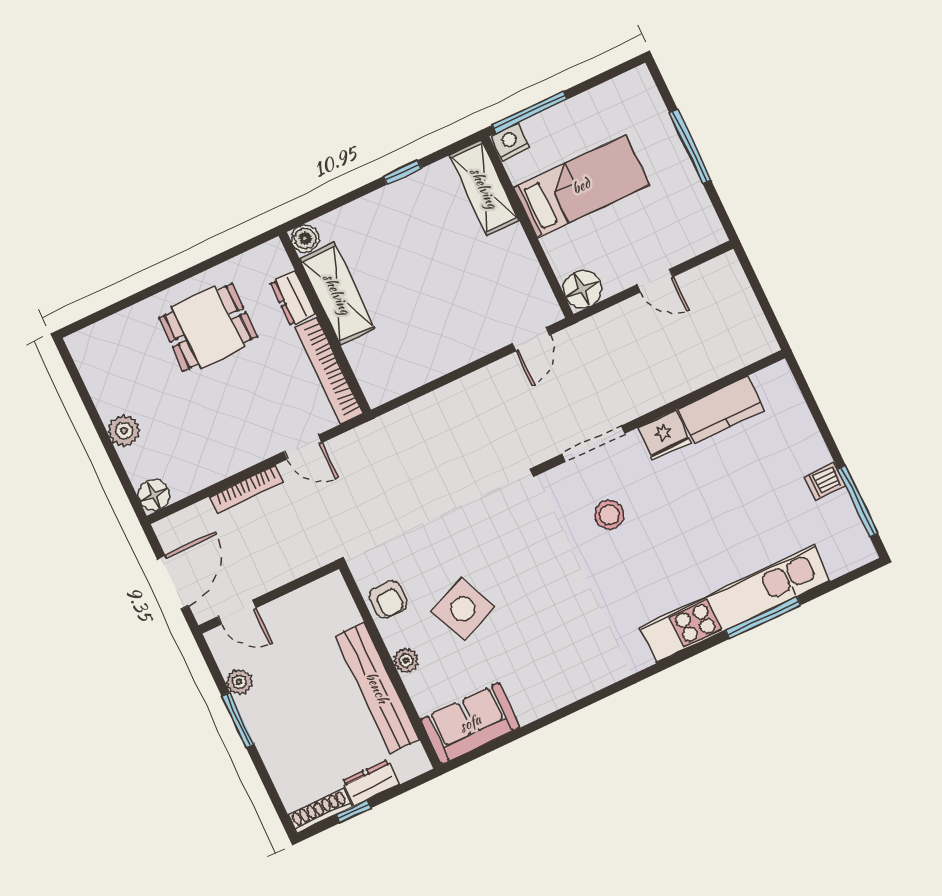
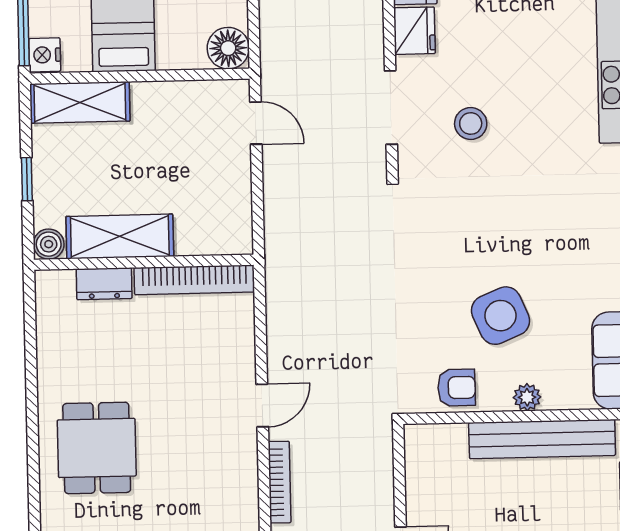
boiler: (305, 238) -> (49, 244), moved
shelving: (337, 294) -> (120, 236), moved
dresser: (293, 298) -> (104, 284), moved
wall: (325, 323) -> (144, 262), moved
bookcase: (329, 370) -> (194, 280), moved

